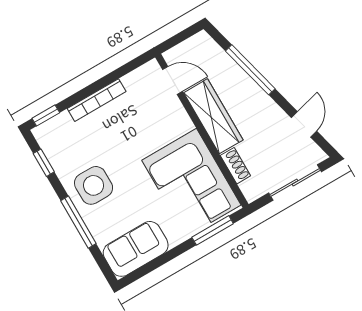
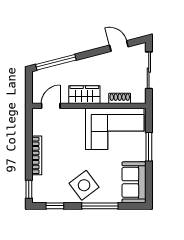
window: (250, 70) -> (56, 62), moved
wardrobe: (213, 116) -> (84, 95), width x0.67
side table: (94, 185) -> (84, 185), turned -37
window: (213, 230) -> (149, 147), moved

